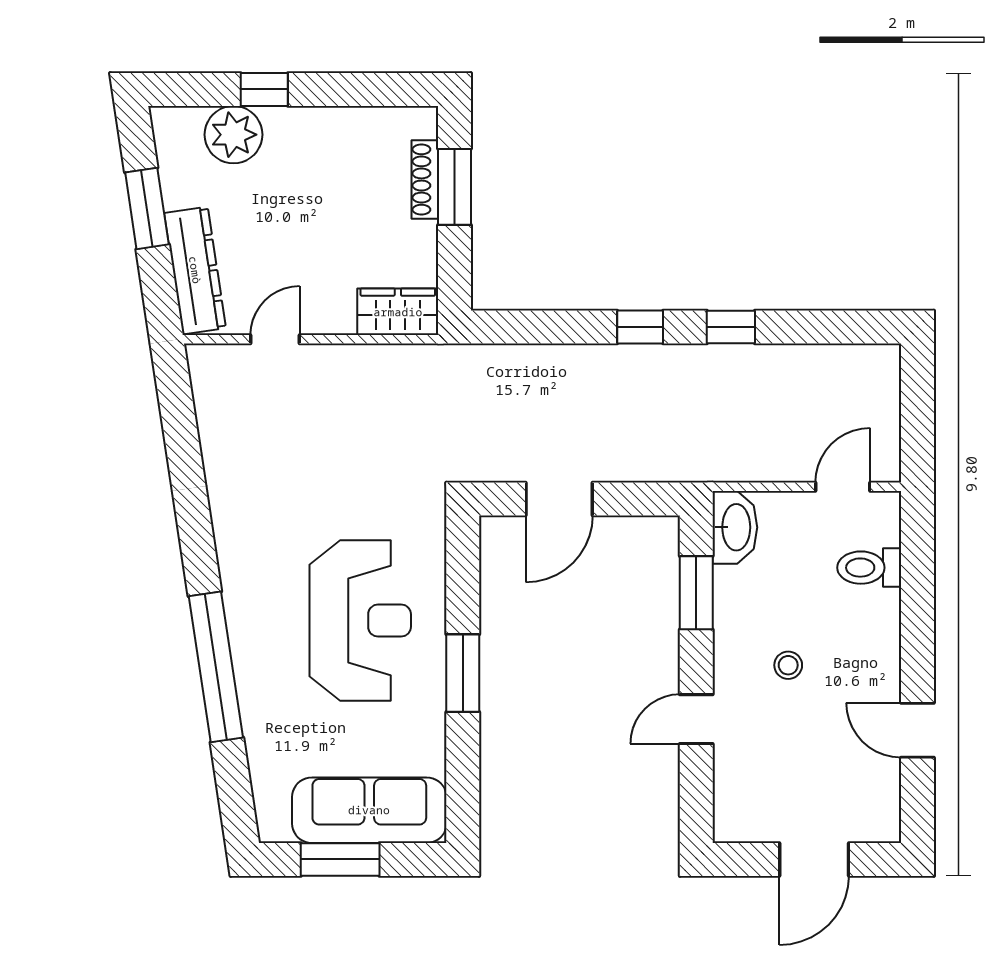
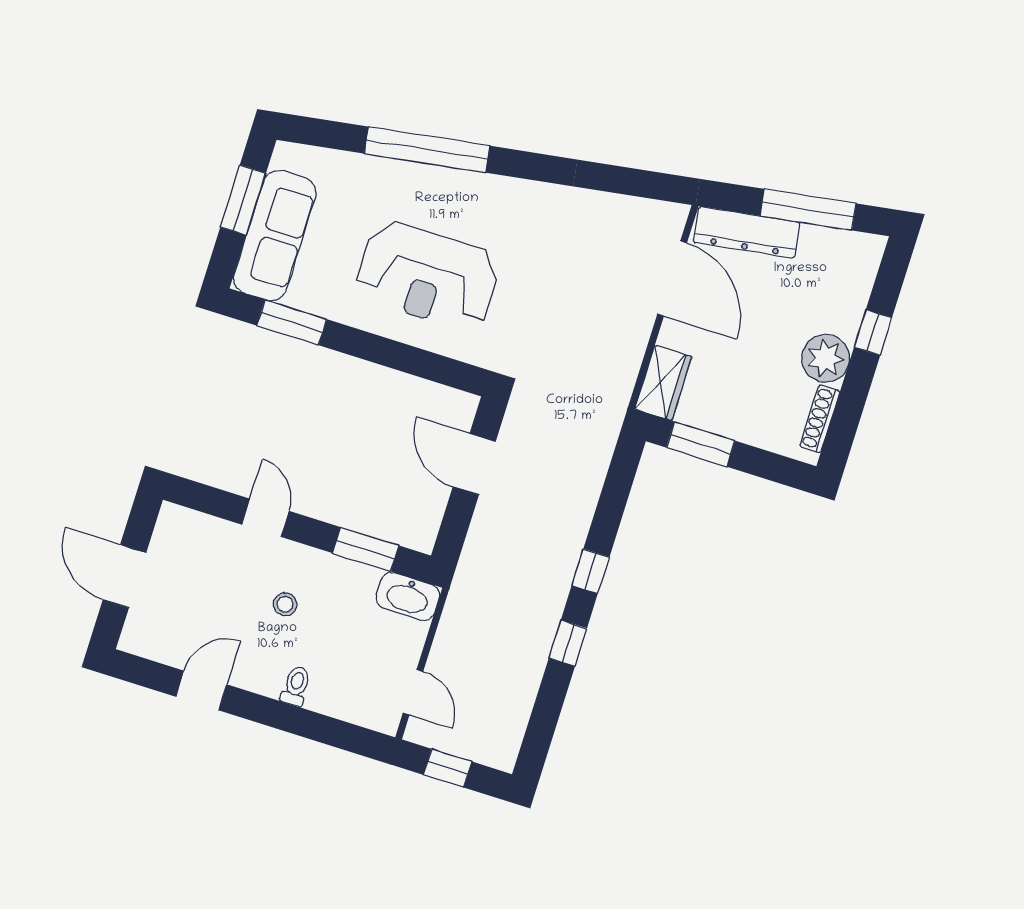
plant: (234, 135) -> (825, 358), moved
shoe rack: (425, 179) -> (820, 419), moved, turned -90
window: (455, 187) -> (701, 444), moved
window: (147, 208) -> (808, 210), width x1.44
door: (275, 339) -> (672, 279), width x1.88
window: (917, 420) -> (447, 768), added
toilet: (869, 568) -> (296, 686), moved, width x0.73, depth x0.72
window: (463, 673) -> (292, 322), moved

